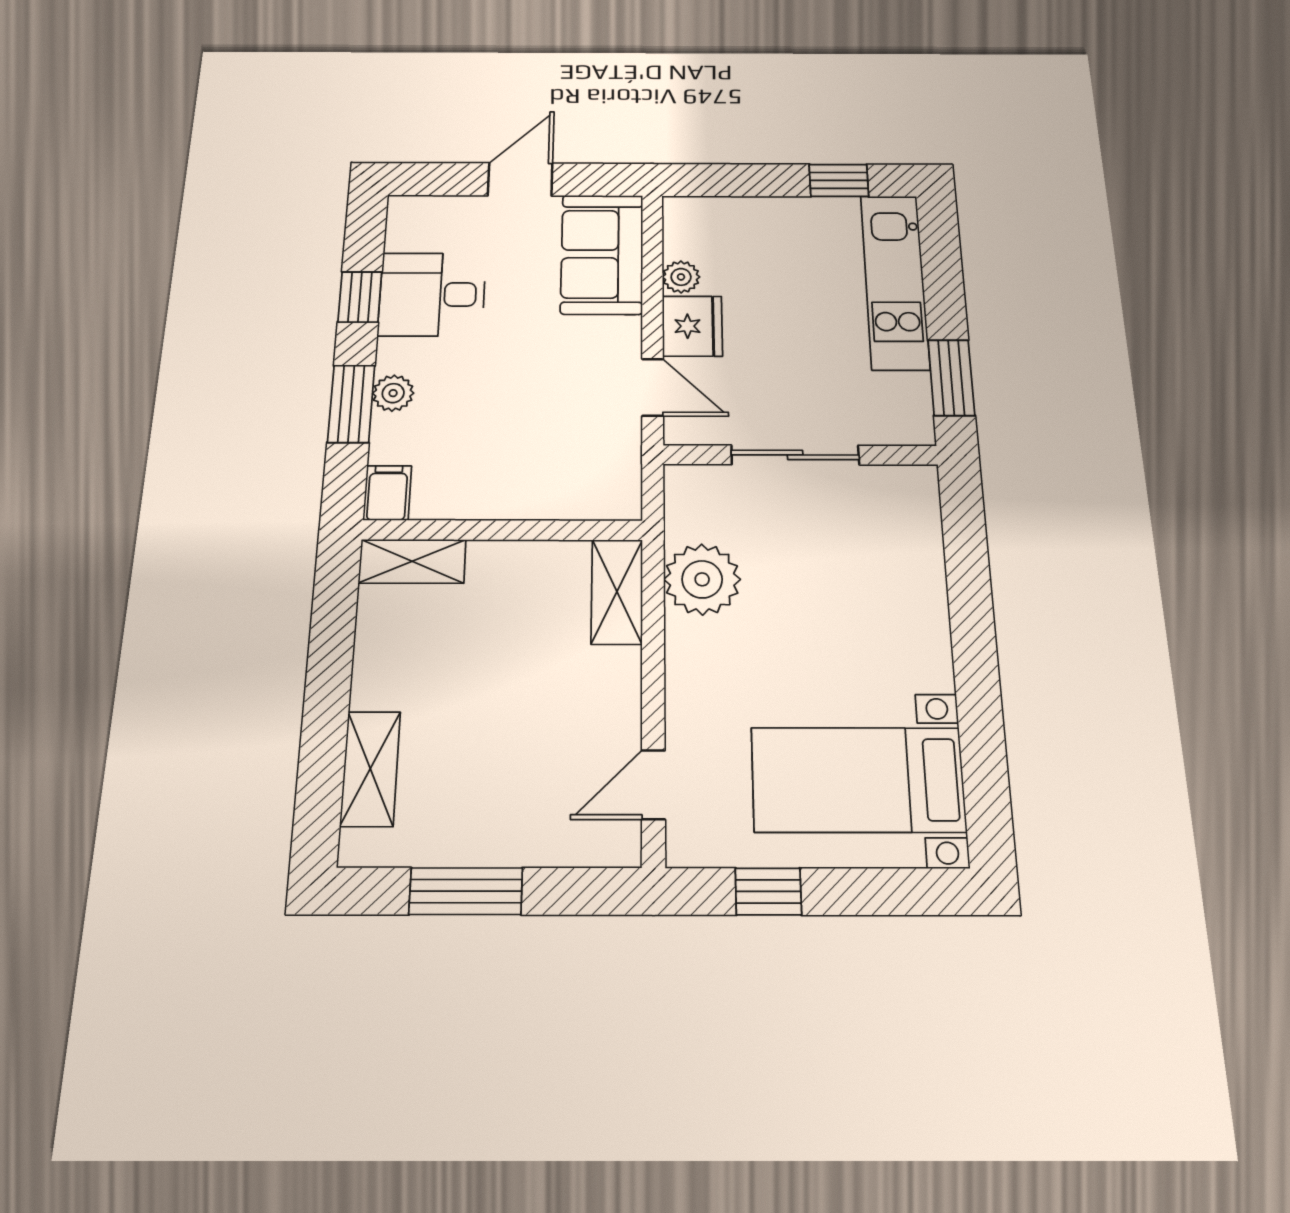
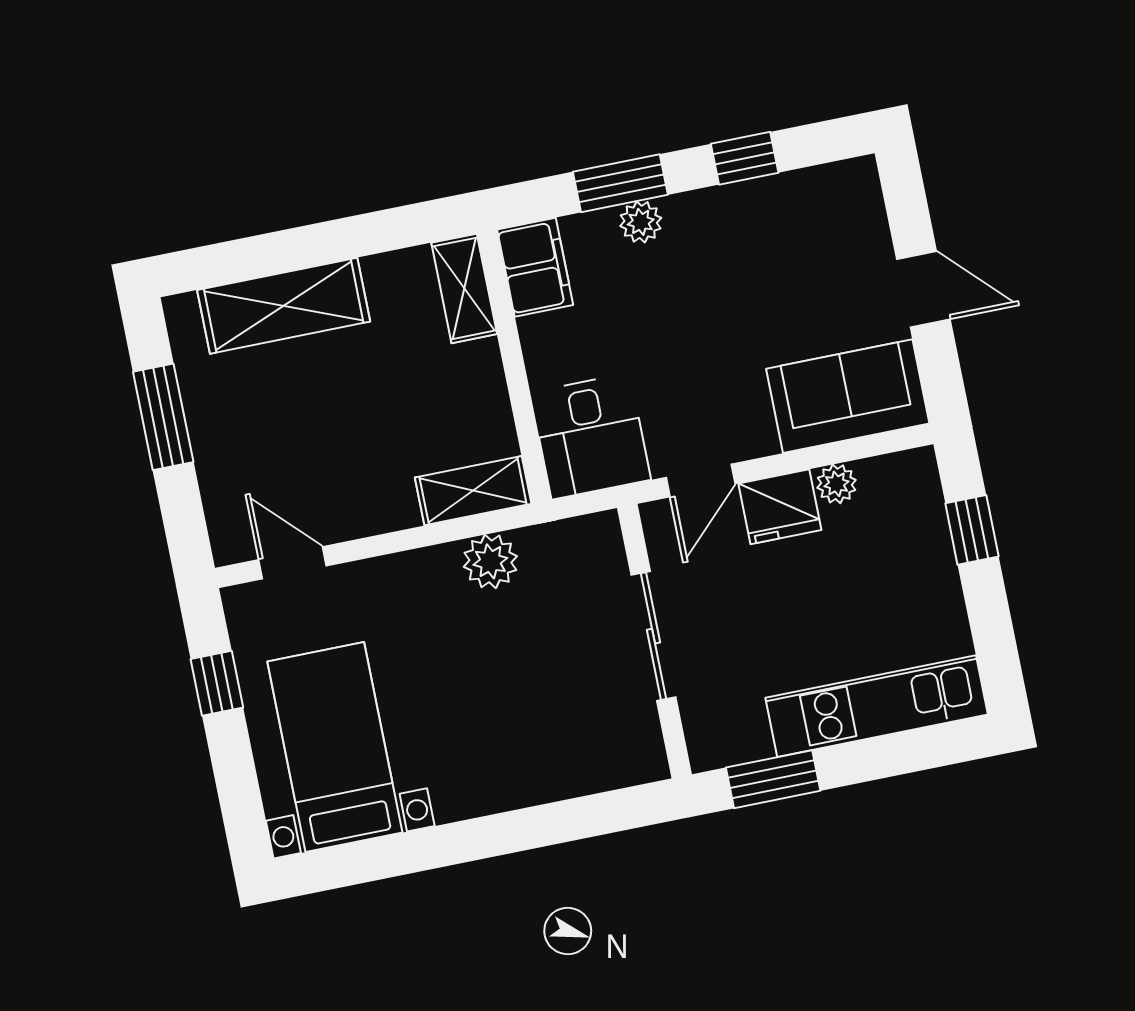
window: (839, 180) -> (972, 530), moved
desk: (432, 294) -> (591, 436), moved, turned 180
filing cabinet: (387, 493) -> (535, 267), width x2.00
plant: (702, 579) -> (490, 561), width x0.73, depth x0.73
shelving: (370, 769) -> (284, 306), width x1.50, depth x1.33

